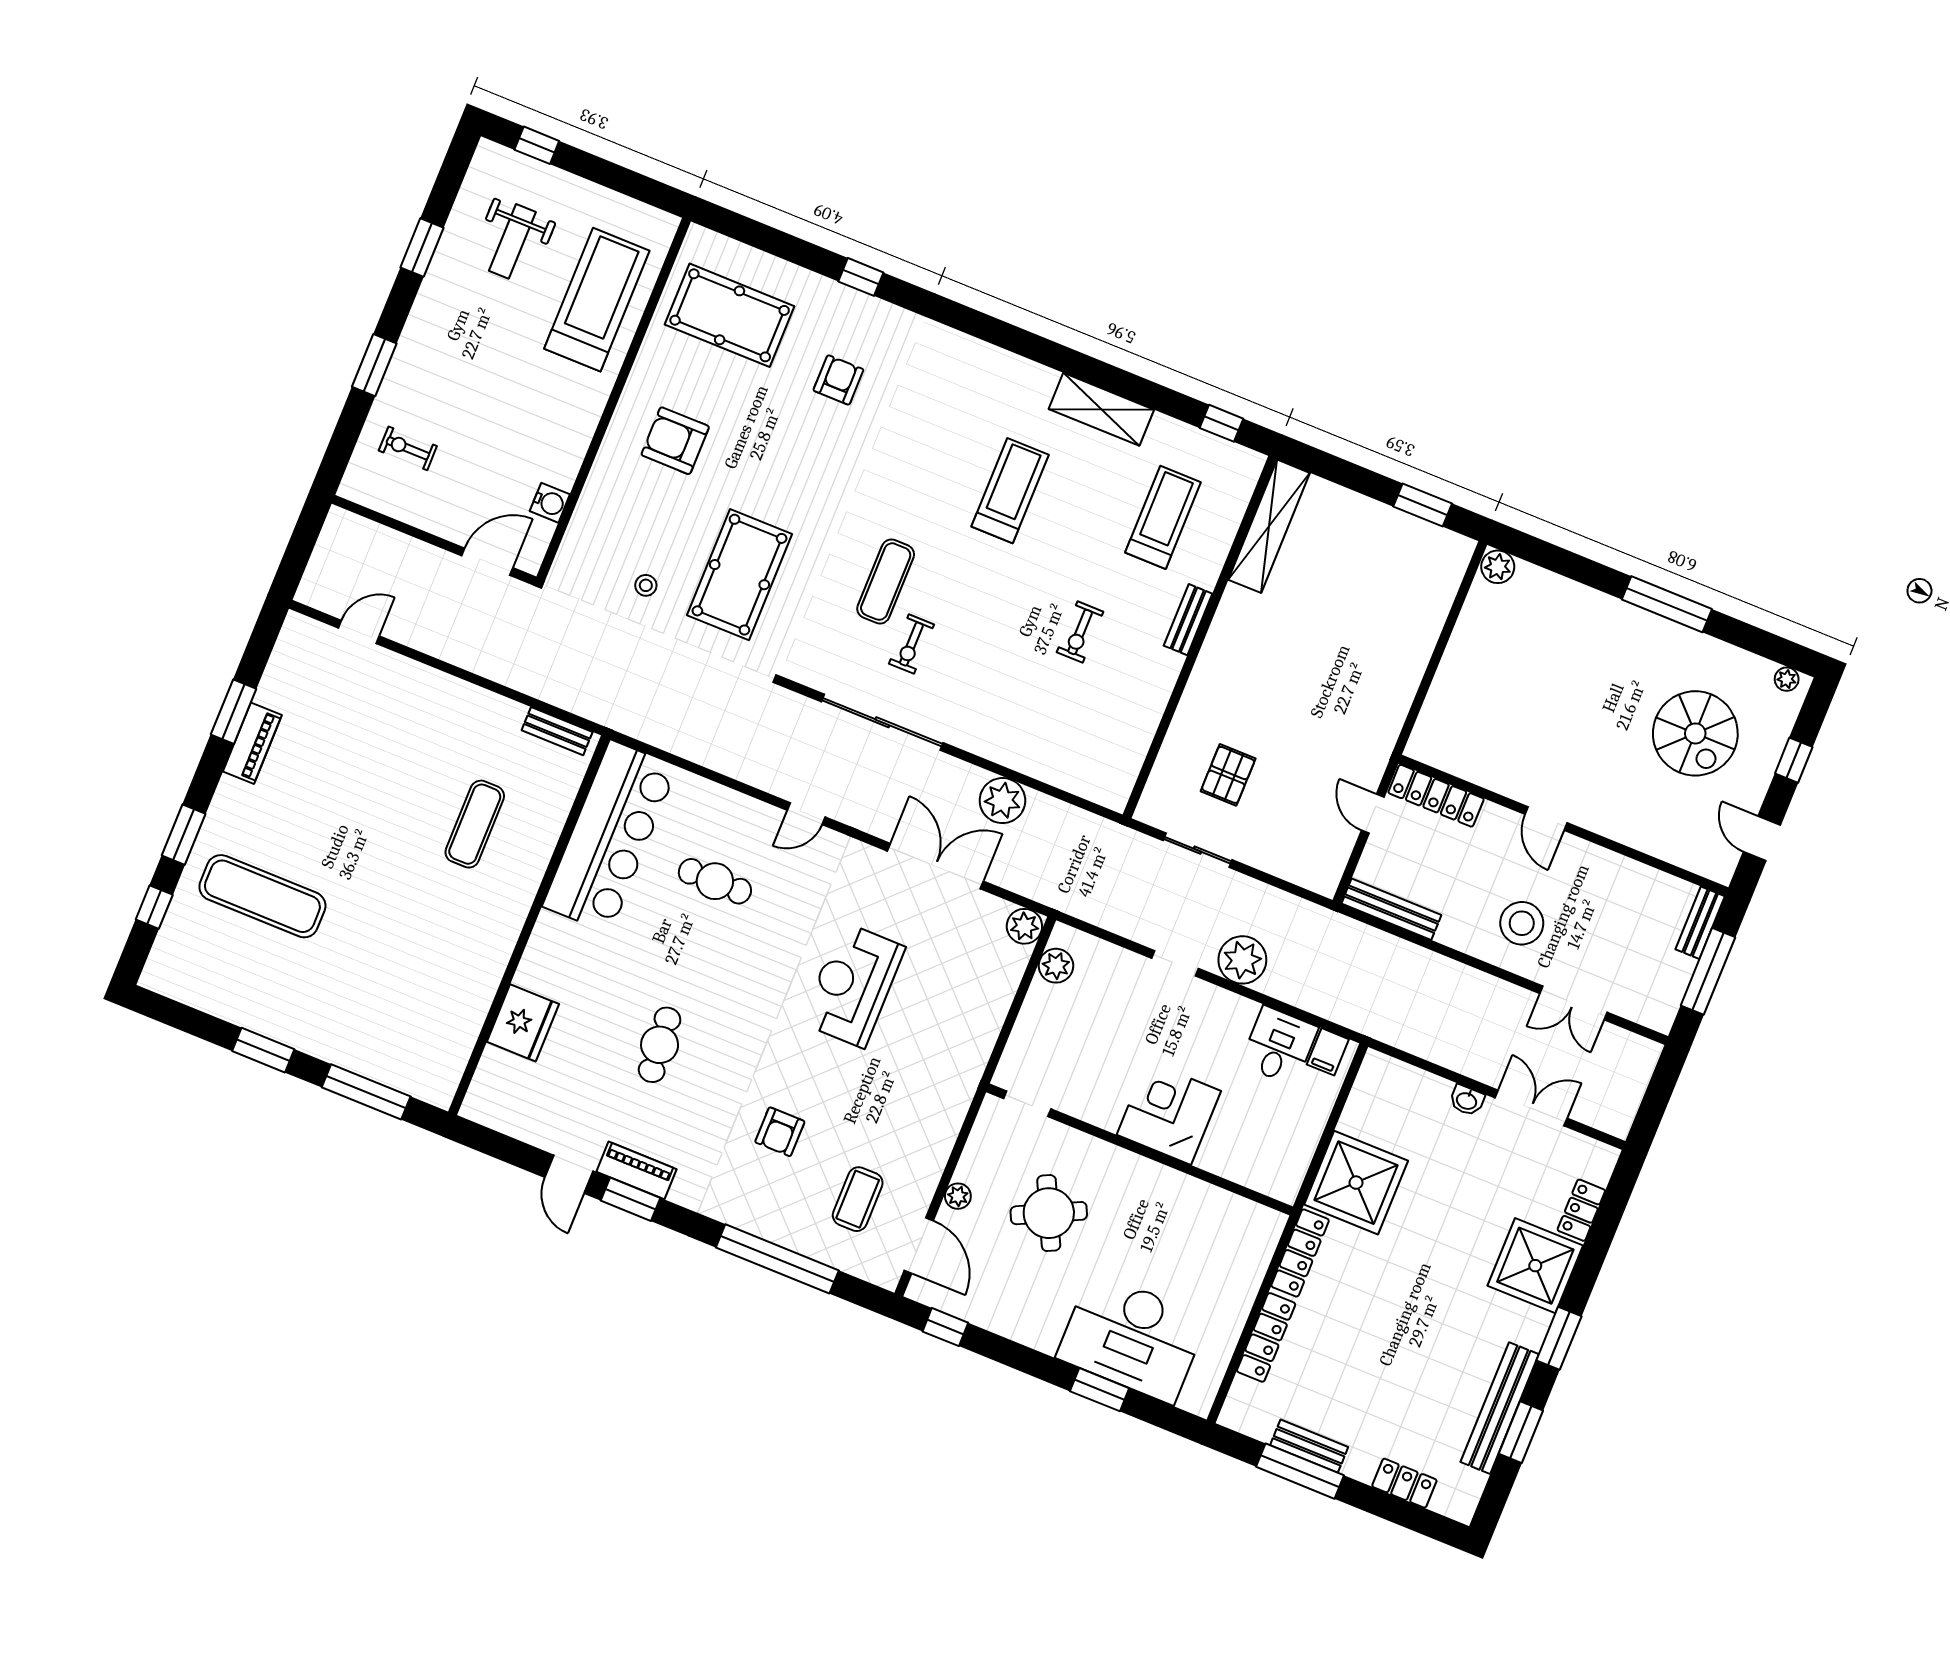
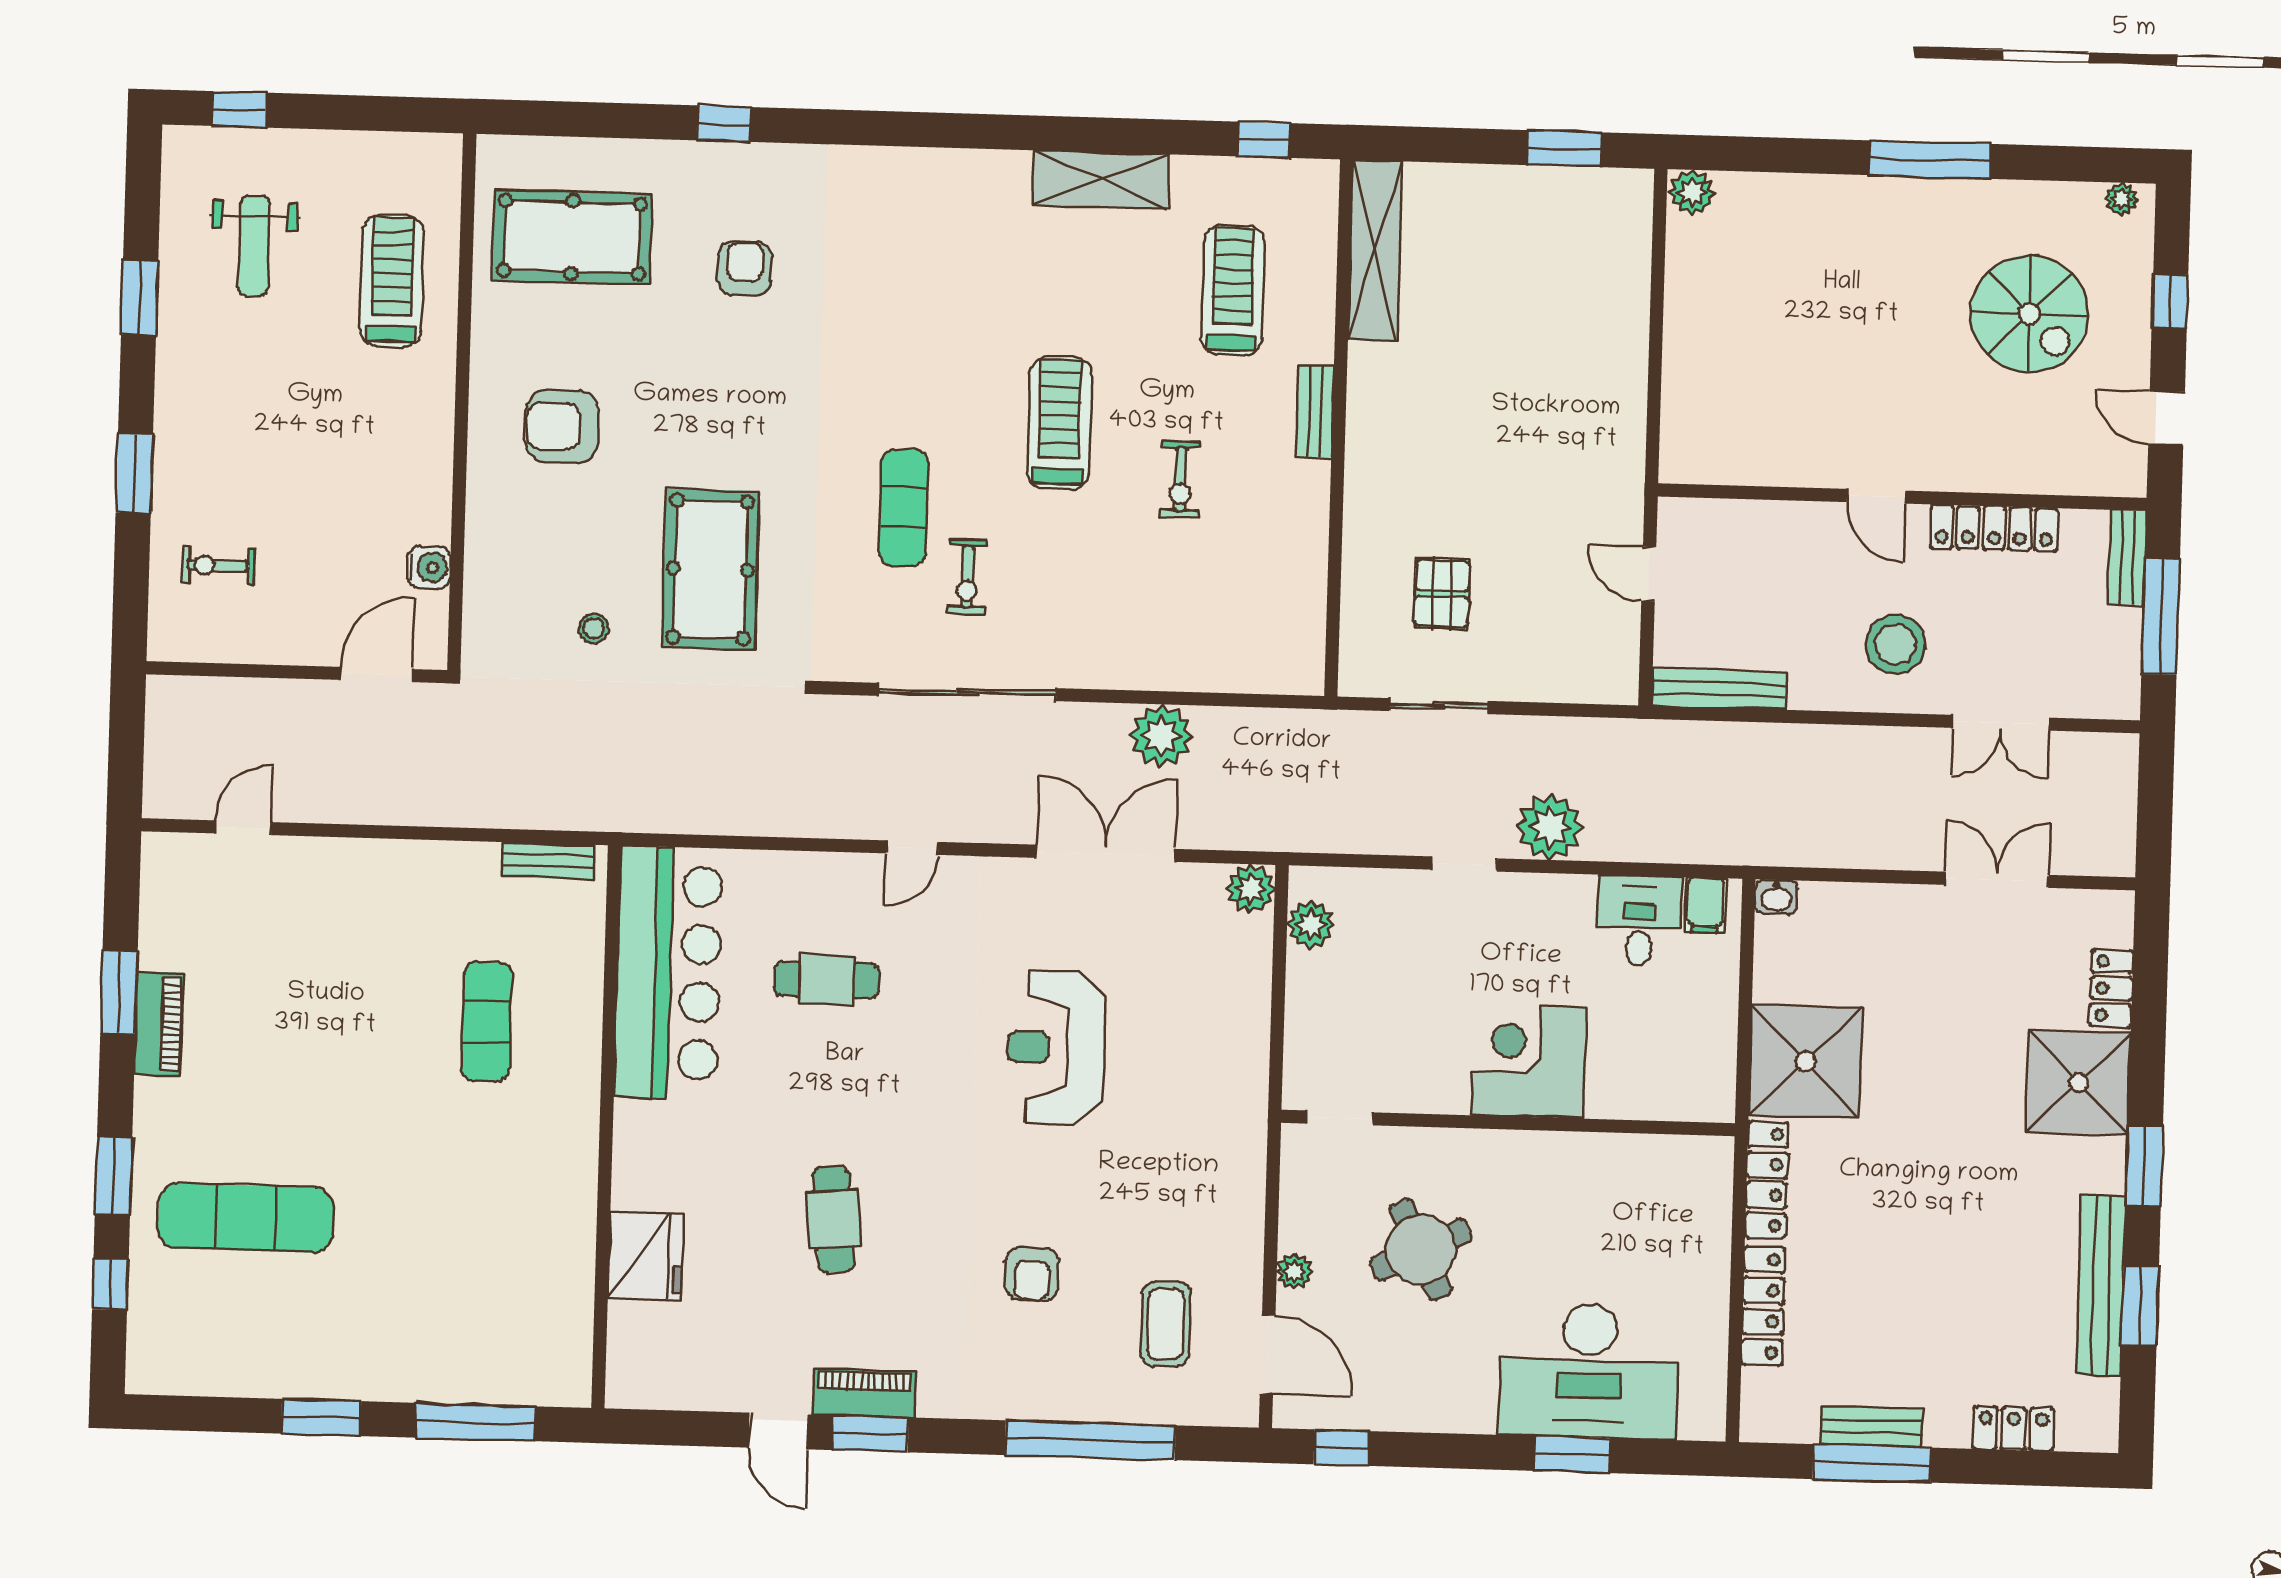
treadmill: (597, 300) -> (392, 281), width x0.73, depth x0.73
treadmill: (1010, 491) -> (1060, 423), moved
locker: (1436, 796) -> (1994, 528), moved
washbasin: (1467, 1100) -> (1776, 897), moved

